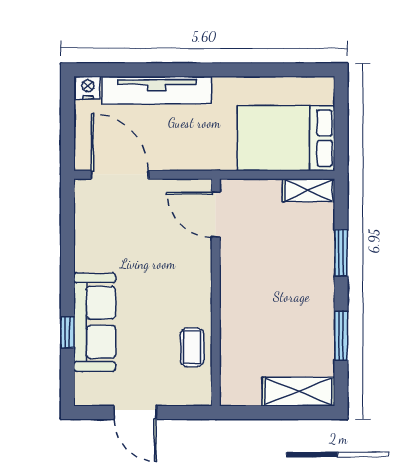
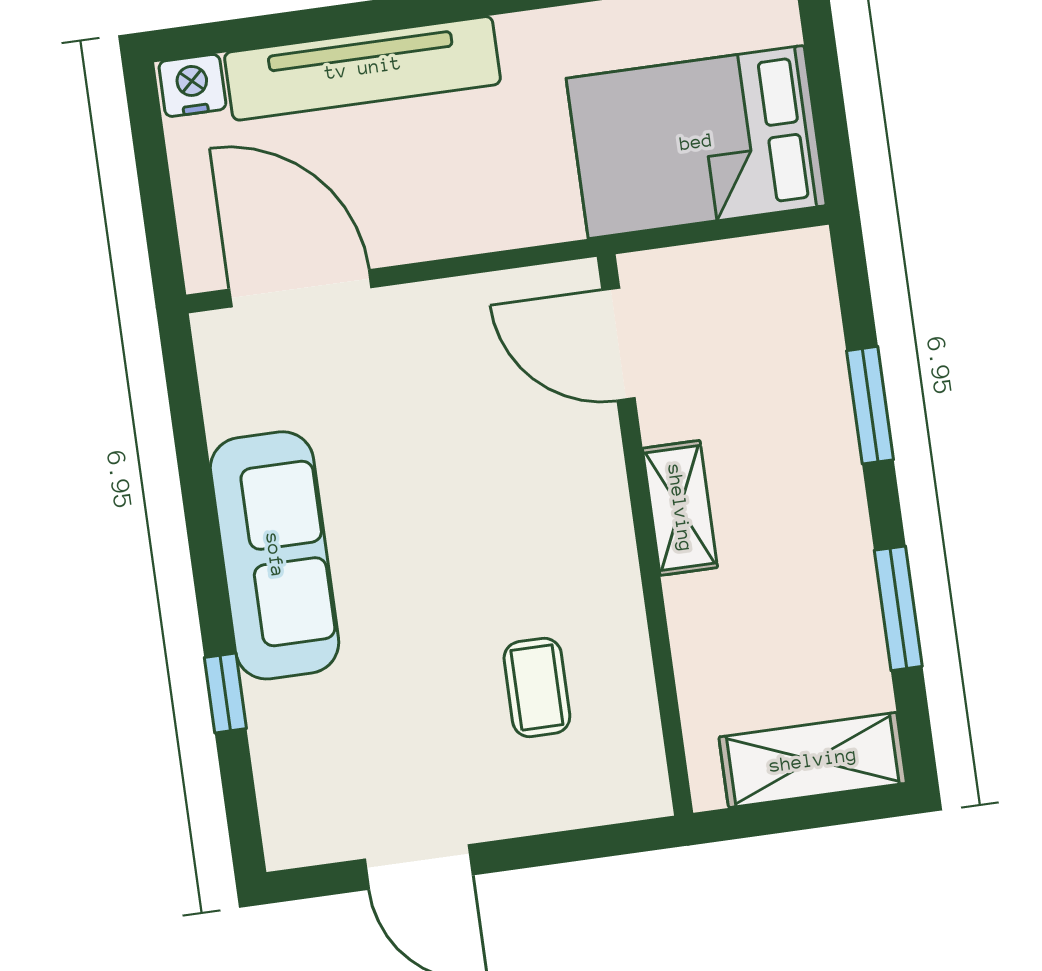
shelving: (309, 190) -> (680, 508), moved, turned 90
door: (216, 215) -> (618, 344), moved
wall: (216, 292) -> (645, 535), moved
sofa: (95, 322) -> (275, 555), moved

